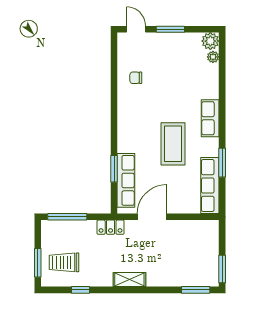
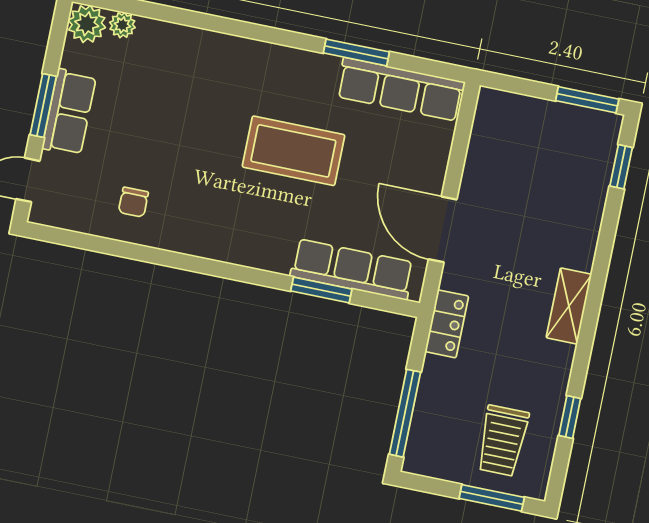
row of seats: (210, 118) -> (69, 112), moved, turned -90
window: (196, 290) -> (621, 167), width x0.67

